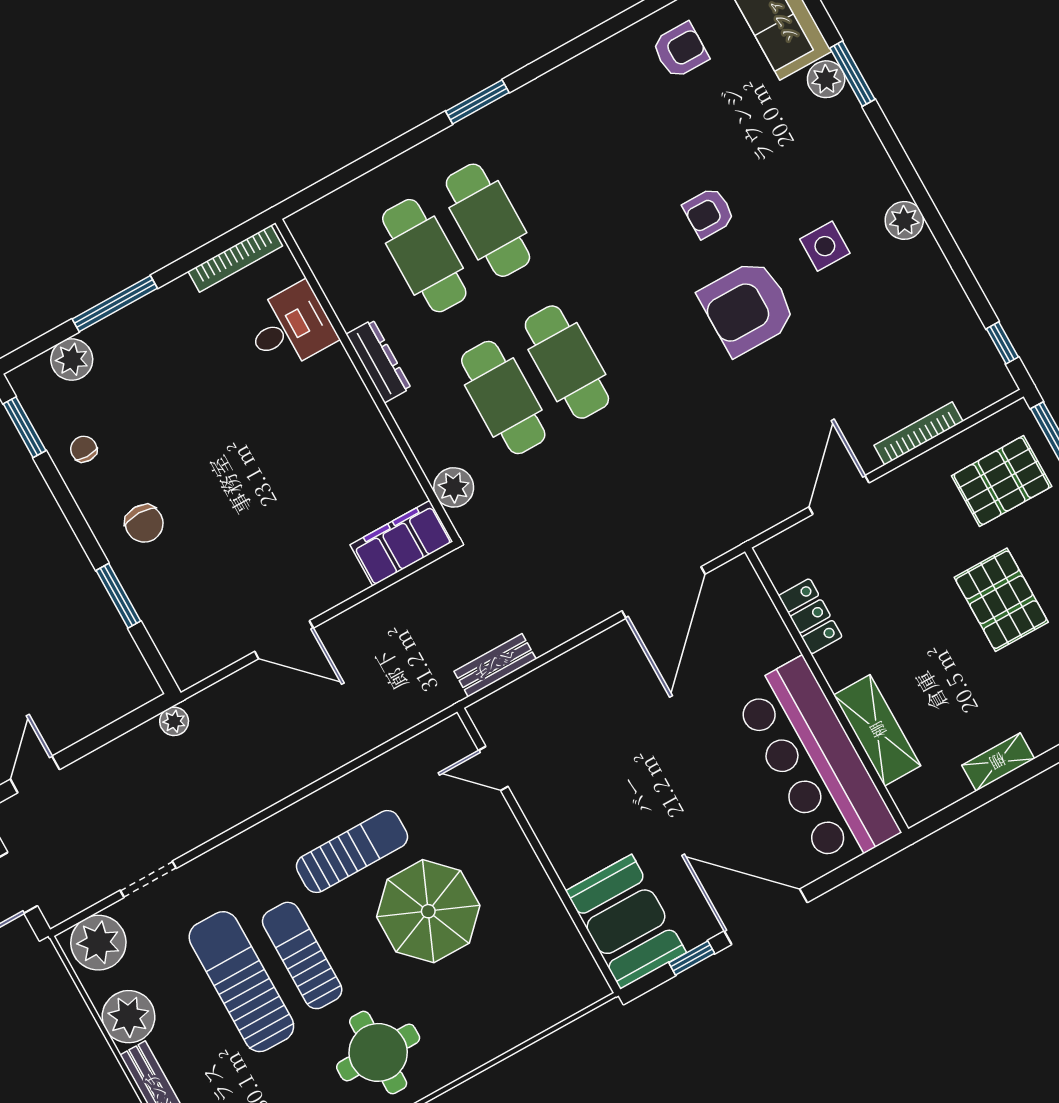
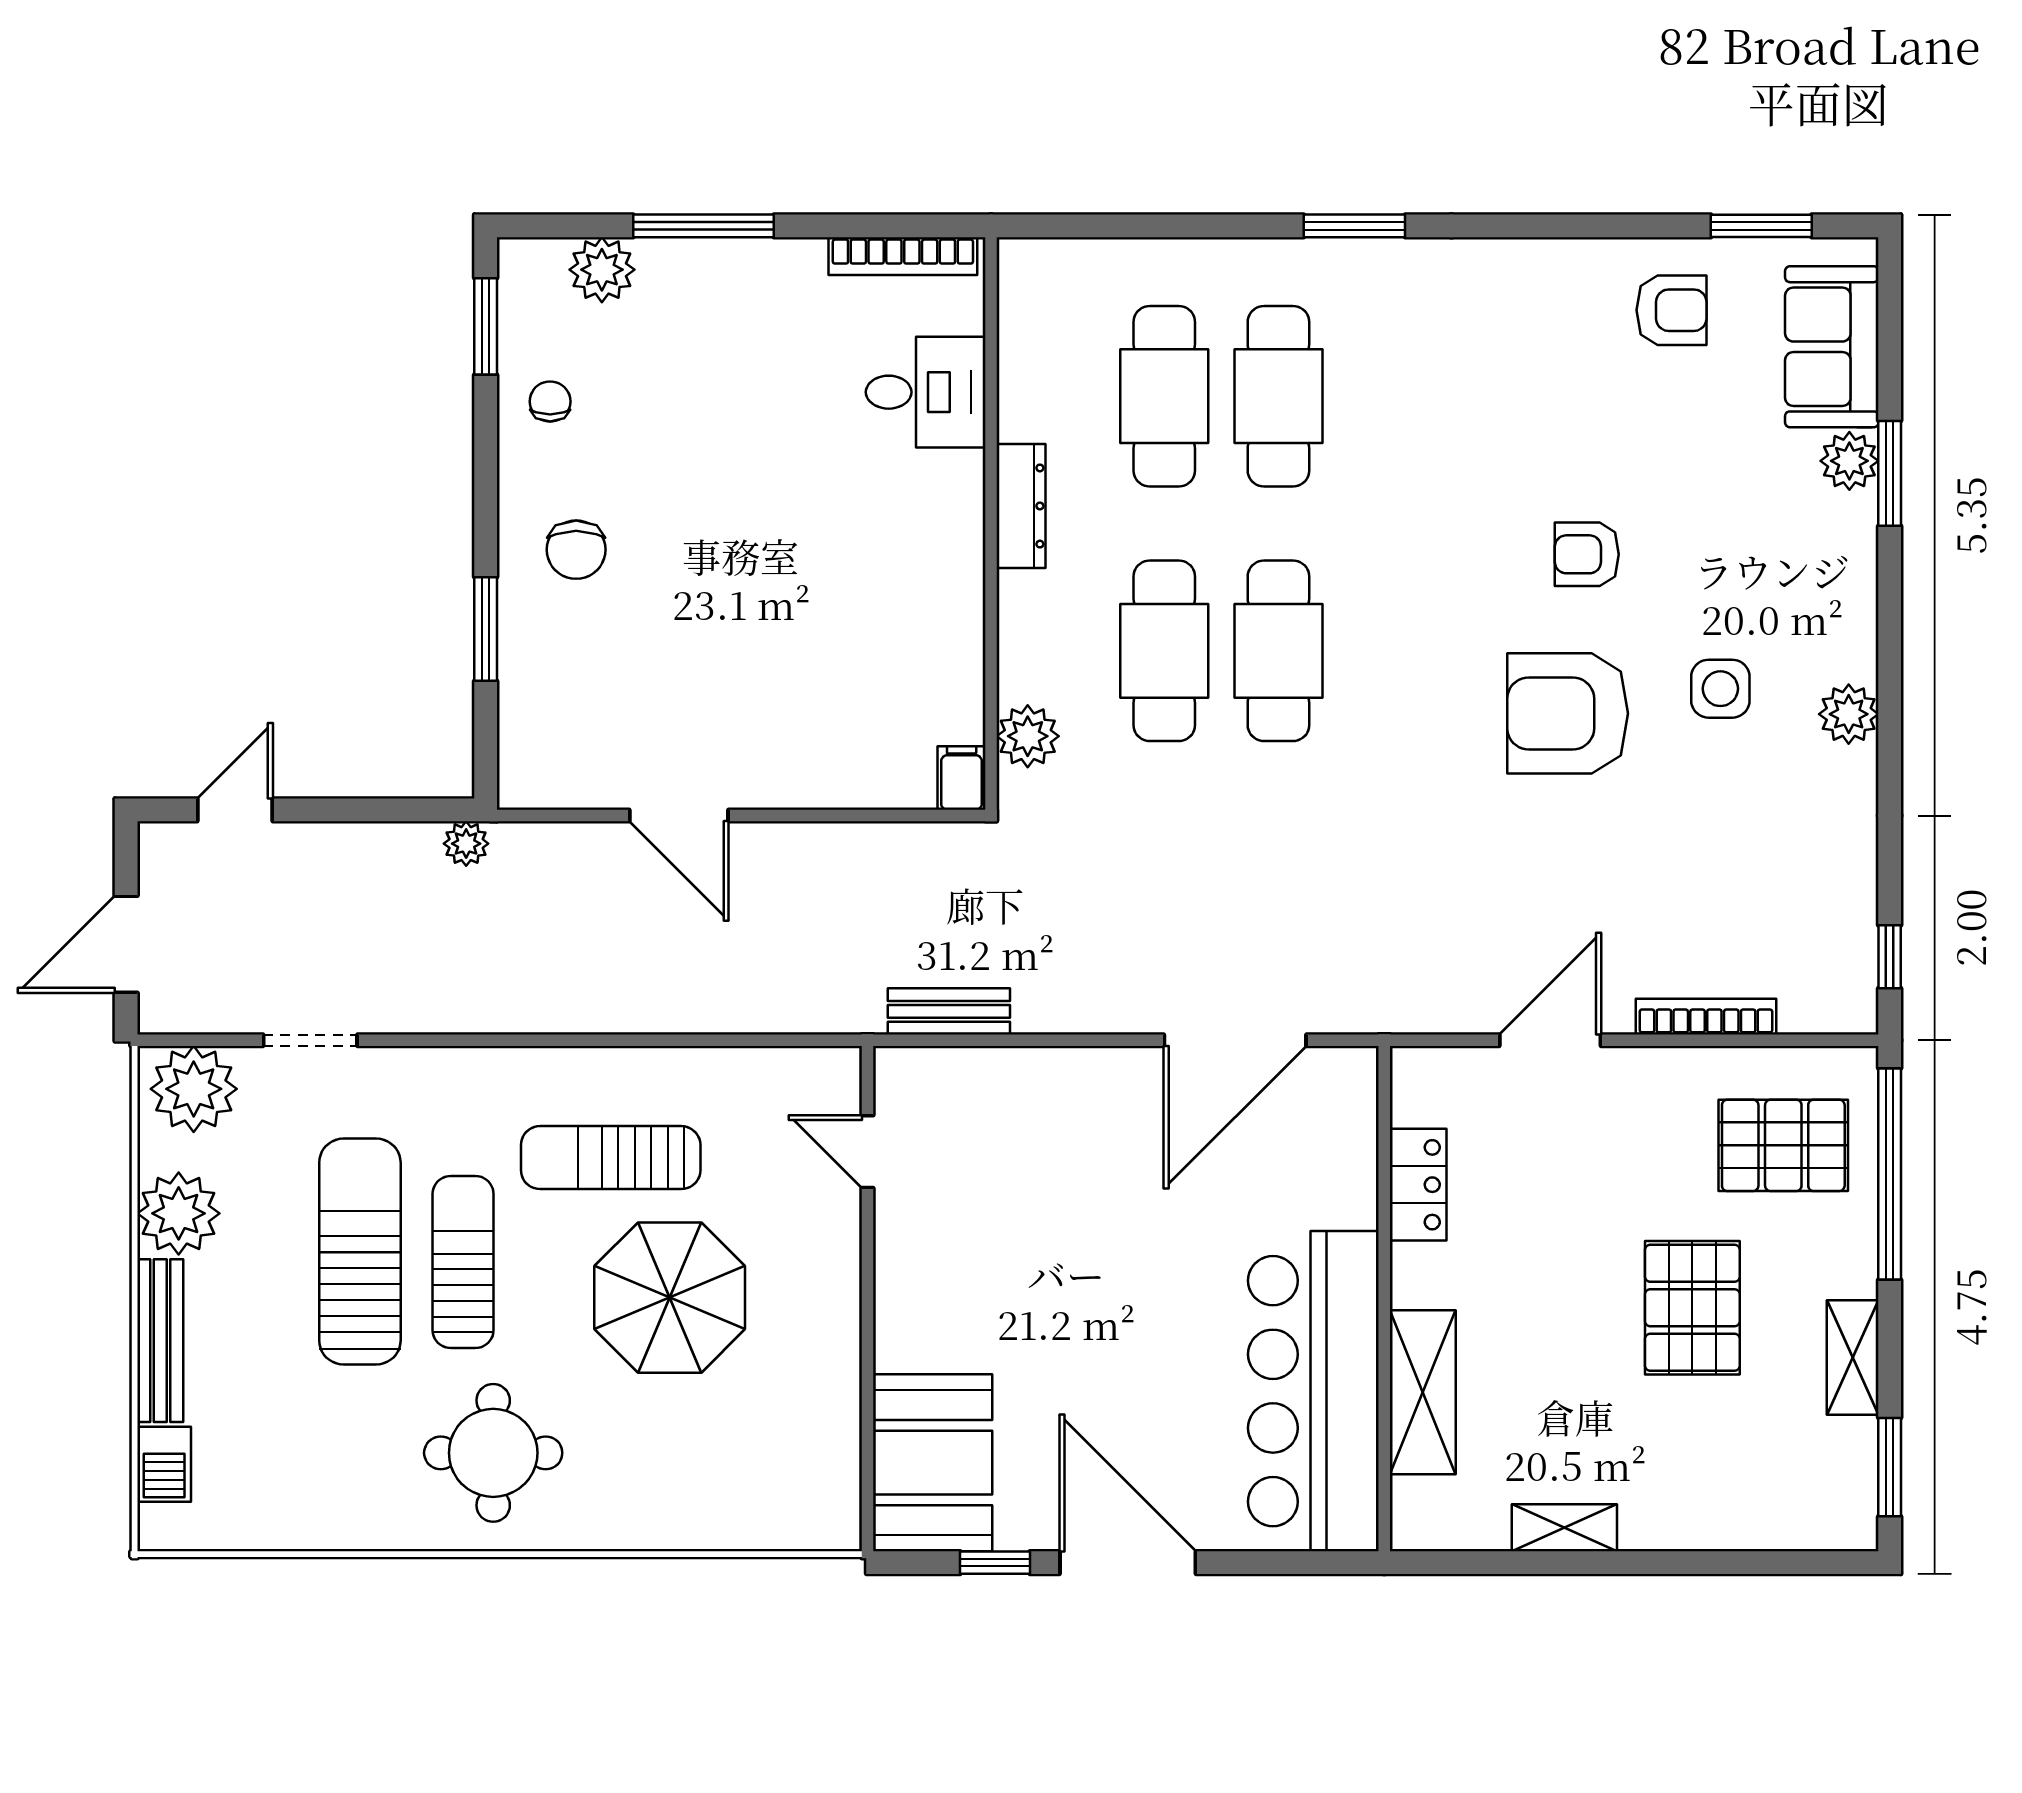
filing cabinet: (401, 543) -> (962, 778), width x0.33, depth x0.86
sun lounger: (352, 852) -> (611, 1158), turned 180

